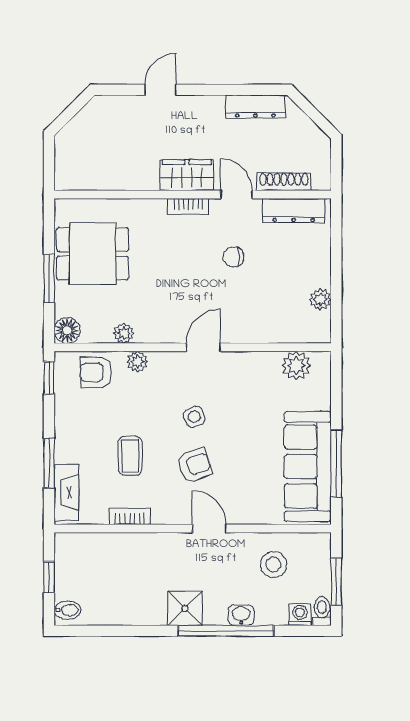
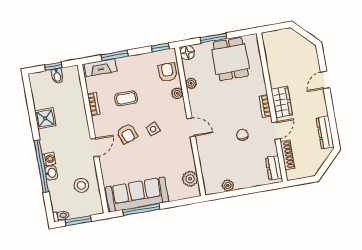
door: (160, 90) -> (325, 80), swing flipped
dresser: (294, 211) -> (274, 168), width x0.70
shower: (185, 608) -> (45, 118), moved
bidet: (68, 610) -> (57, 76), moved
washing machine: (300, 615) -> (49, 159), moved

